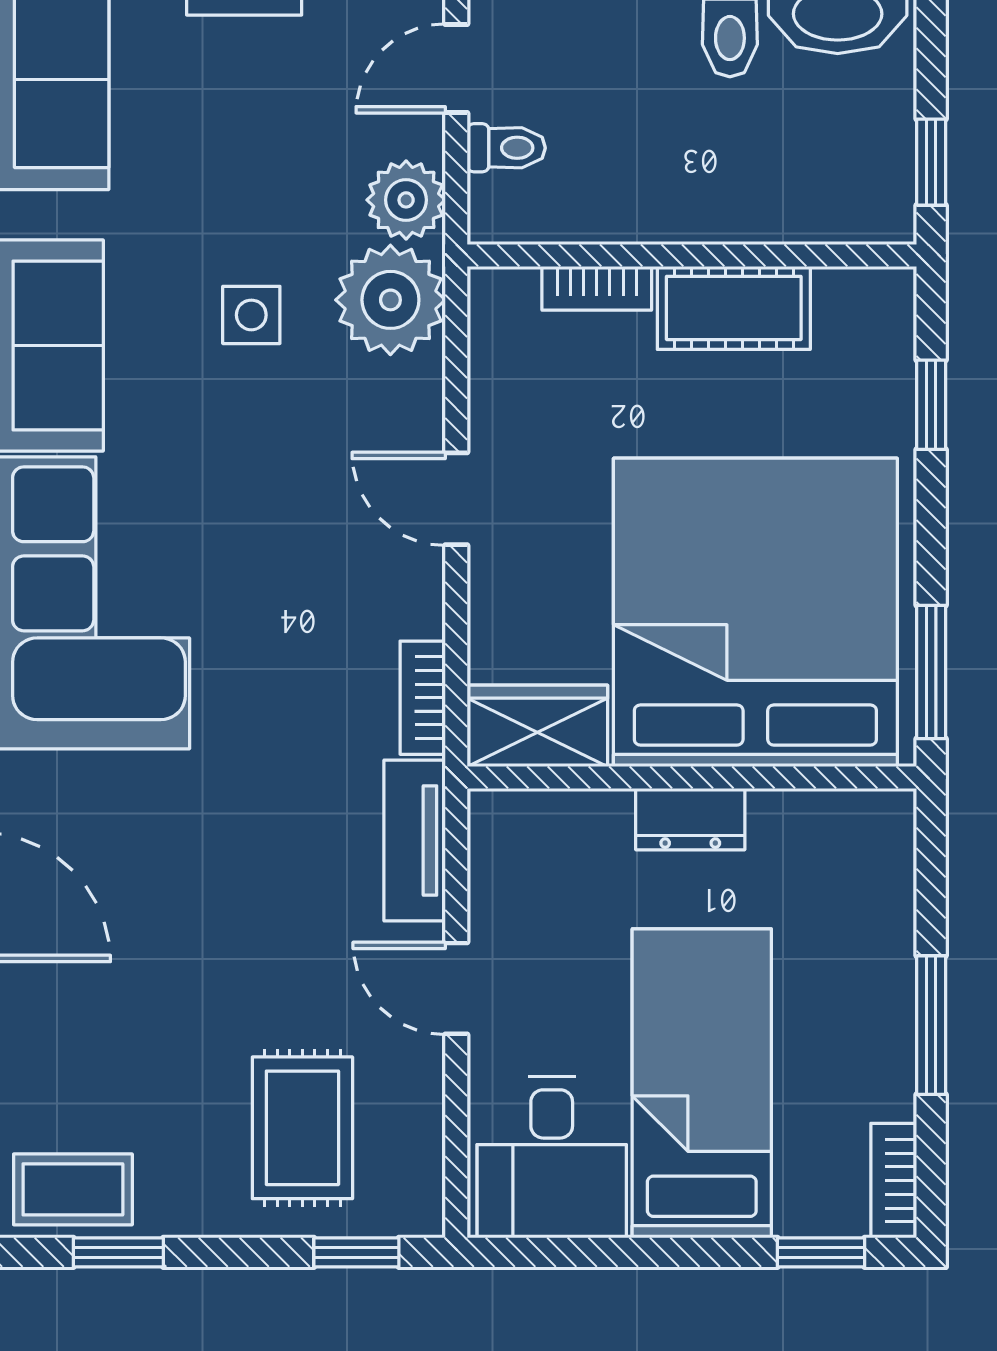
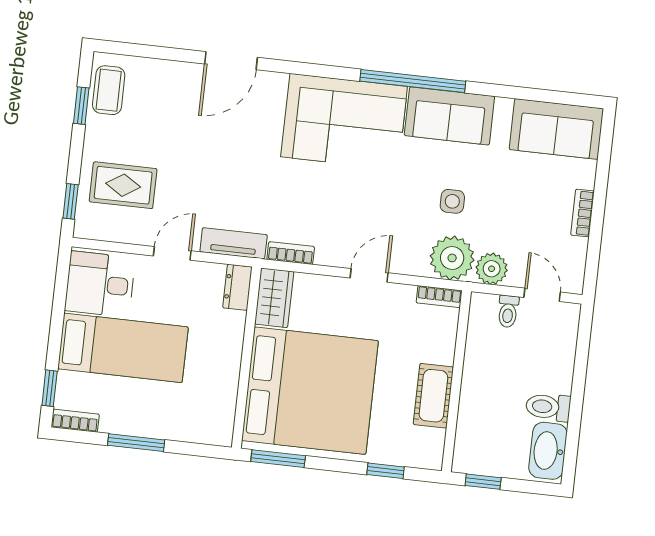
bookcase: (597, 288) -> (439, 297), moved, turned -90
dresser: (690, 819) -> (237, 287), moved

